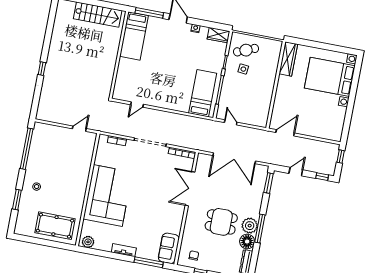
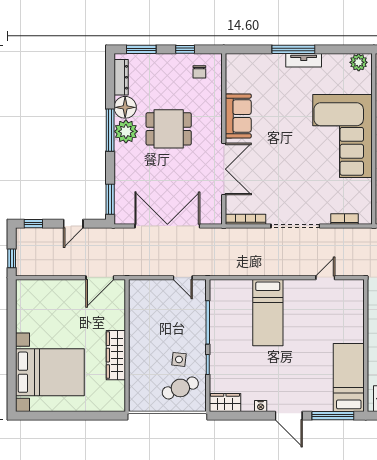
wardrobe: (288, 59) -> (116, 355), moved
bed: (203, 93) -> (268, 313), moved
sofa: (169, 248) -> (238, 116), moved
window: (149, 262) -> (293, 49), moved

